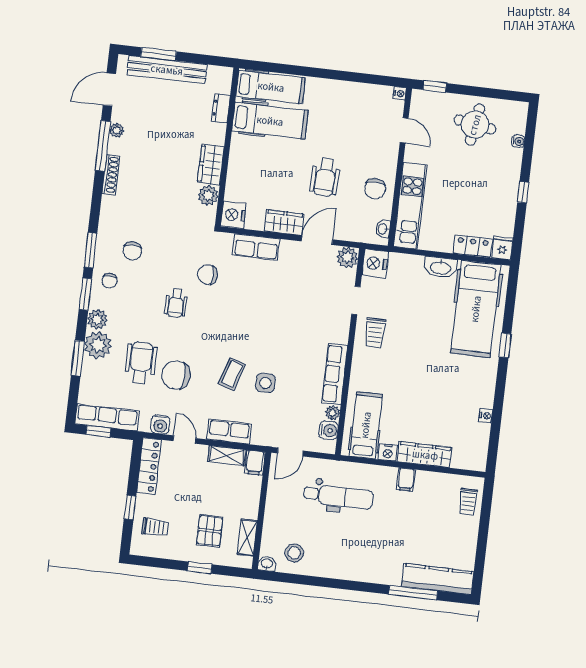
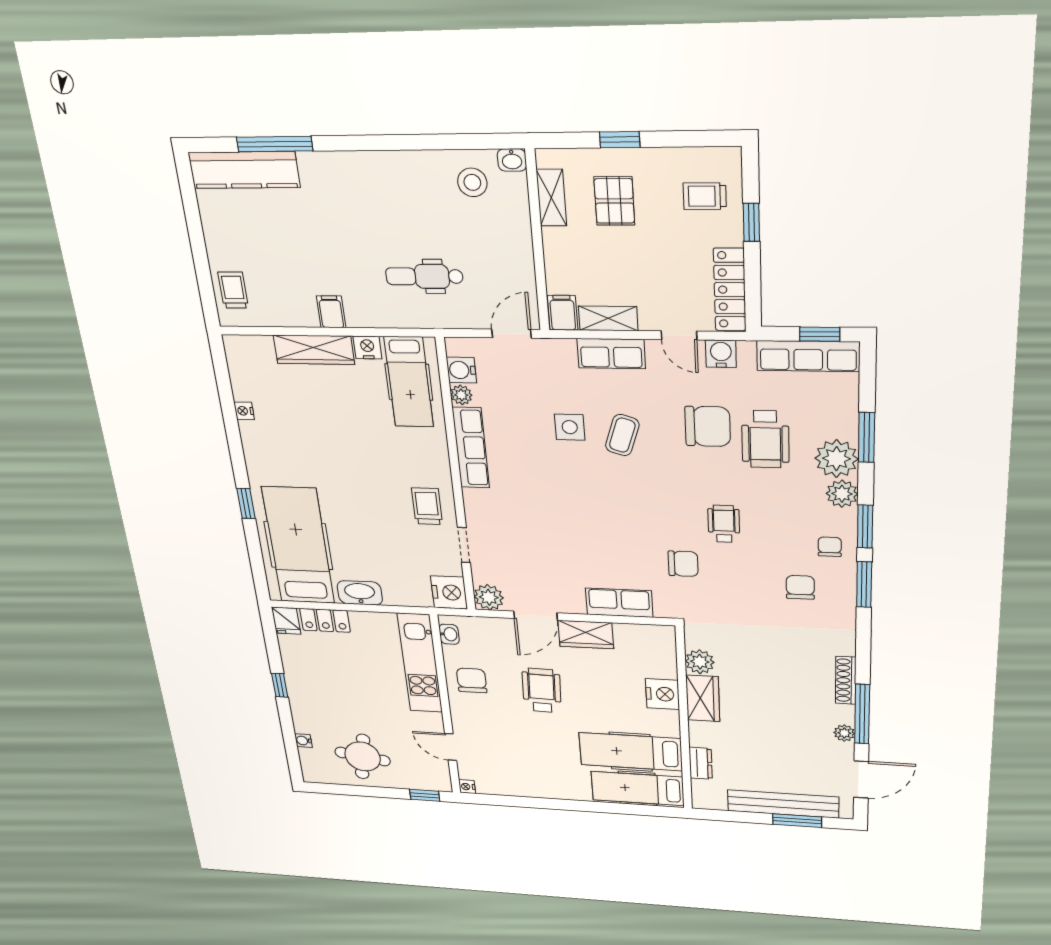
nightstand: (233, 215) -> (662, 694), moved
dental chair: (338, 496) -> (424, 276), width x0.73, depth x0.72

